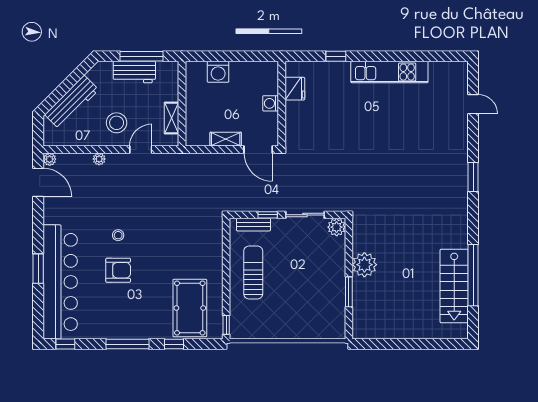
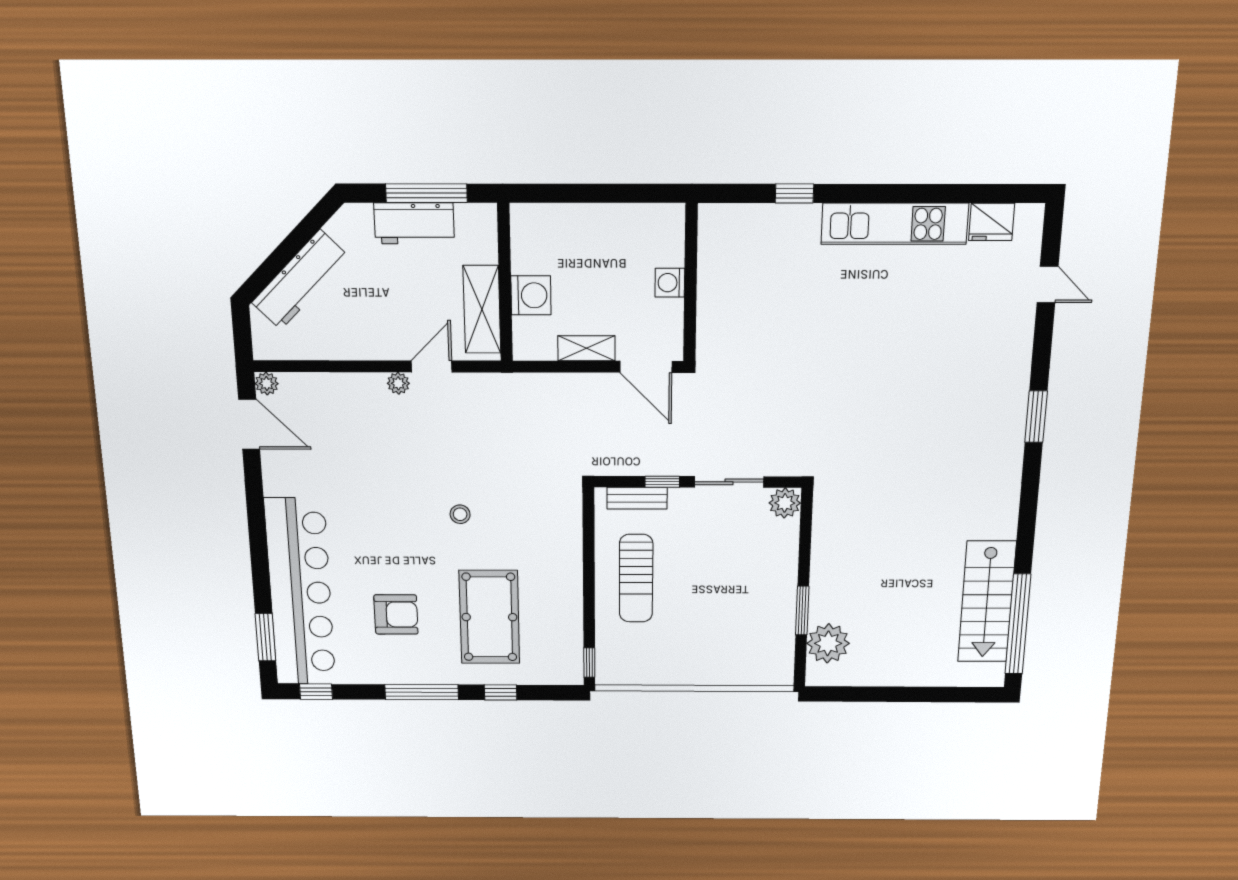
washing machine: (218, 72) -> (531, 295), moved, turned -90
fridge: (295, 89) -> (992, 222), moved, turned 90
shelving: (172, 118) -> (482, 309), width x1.50, depth x1.33
stool: (117, 123) -> (385, 318), removed
plant: (99, 159) -> (398, 383), moved
stool: (118, 235) -> (460, 514), moved
plant: (364, 265) -> (828, 643), moved
window: (38, 269) -> (265, 637), moved
armchair: (118, 270) -> (396, 614), moved
sun lounger: (253, 273) -> (636, 578), turned 180
window: (473, 275) -> (1018, 624), moved
pool table: (190, 308) -> (489, 617), moved

